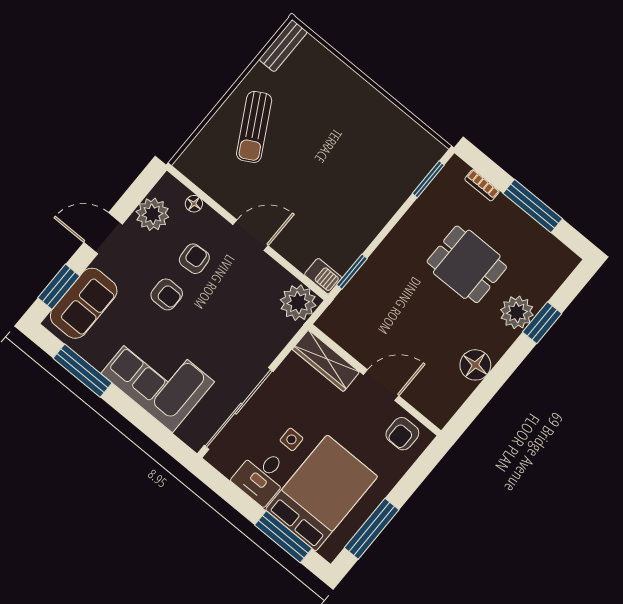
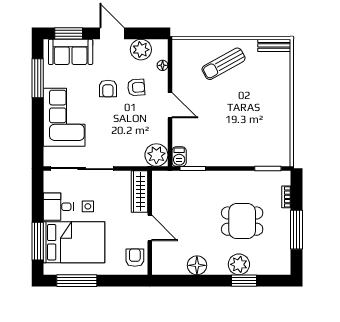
dining table: (467, 264) -> (242, 221), turned 90
armchair: (402, 434) -> (135, 258), turned 90

